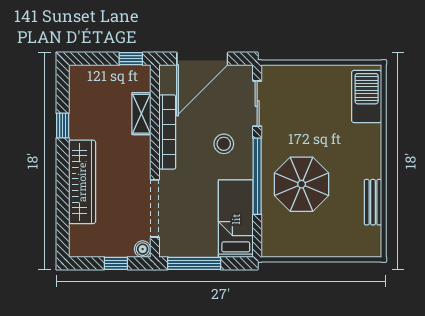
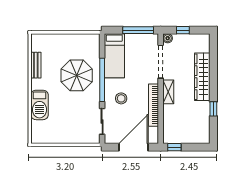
barbecue: (367, 96) -> (39, 105), moved
shelving: (141, 114) -> (168, 92), moved

